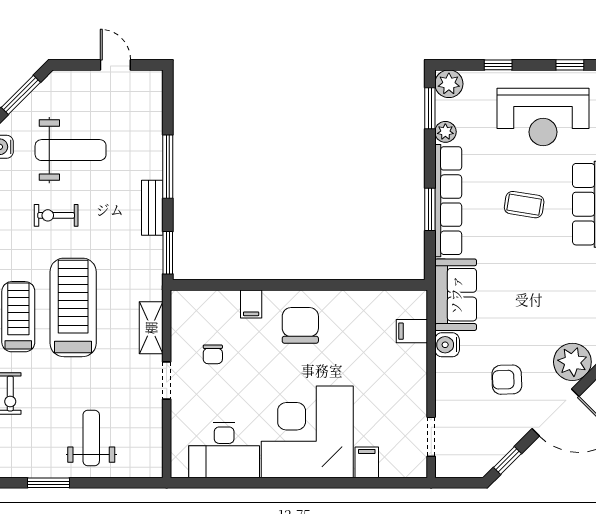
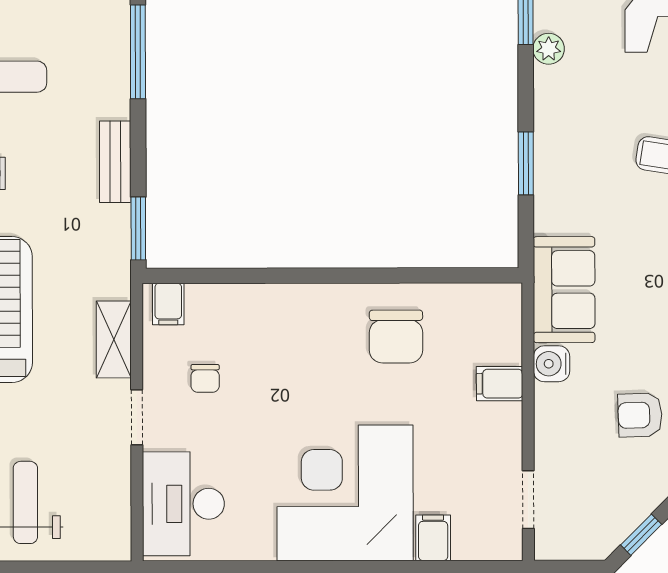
window: (168, 167) -> (138, 52), moved
row of seats: (448, 201) -> (553, 150), removed
filing cabinet: (251, 304) -> (168, 304), moved
chair: (300, 325) -> (396, 337), moved, turned 180
filing cabinet: (412, 331) -> (500, 384), moved
desk: (224, 450) -> (183, 504), moved, turned 90

